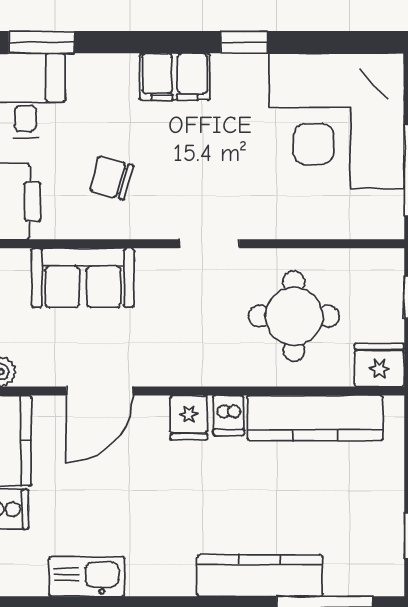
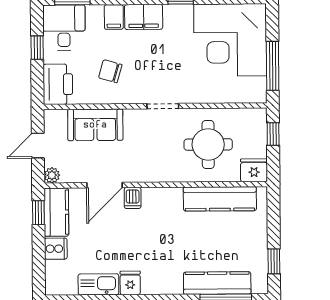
filing cabinet: (119, 76) -> (114, 17), added
dishwasher: (229, 415) -> (133, 198), moved
fridge: (189, 418) -> (130, 283), moved, turned 180
kitchen counter: (260, 575) -> (217, 283), moved

